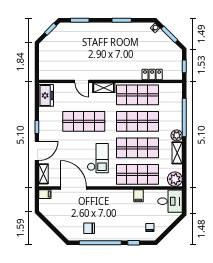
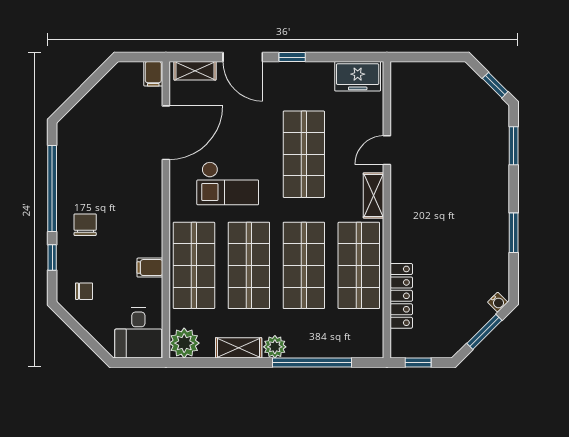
locker: (152, 74) -> (401, 296), width x1.53
chair: (89, 228) -> (85, 225), moved

